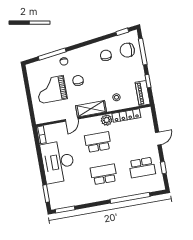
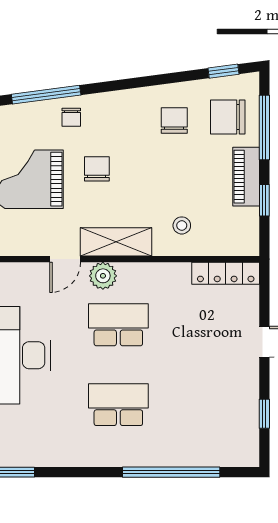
piano: (143, 93) -> (246, 177), moved
locker: (126, 116) -> (226, 273), moved
plant: (107, 120) -> (103, 276), moved
school desk: (142, 168) -> (213, 405), removed

